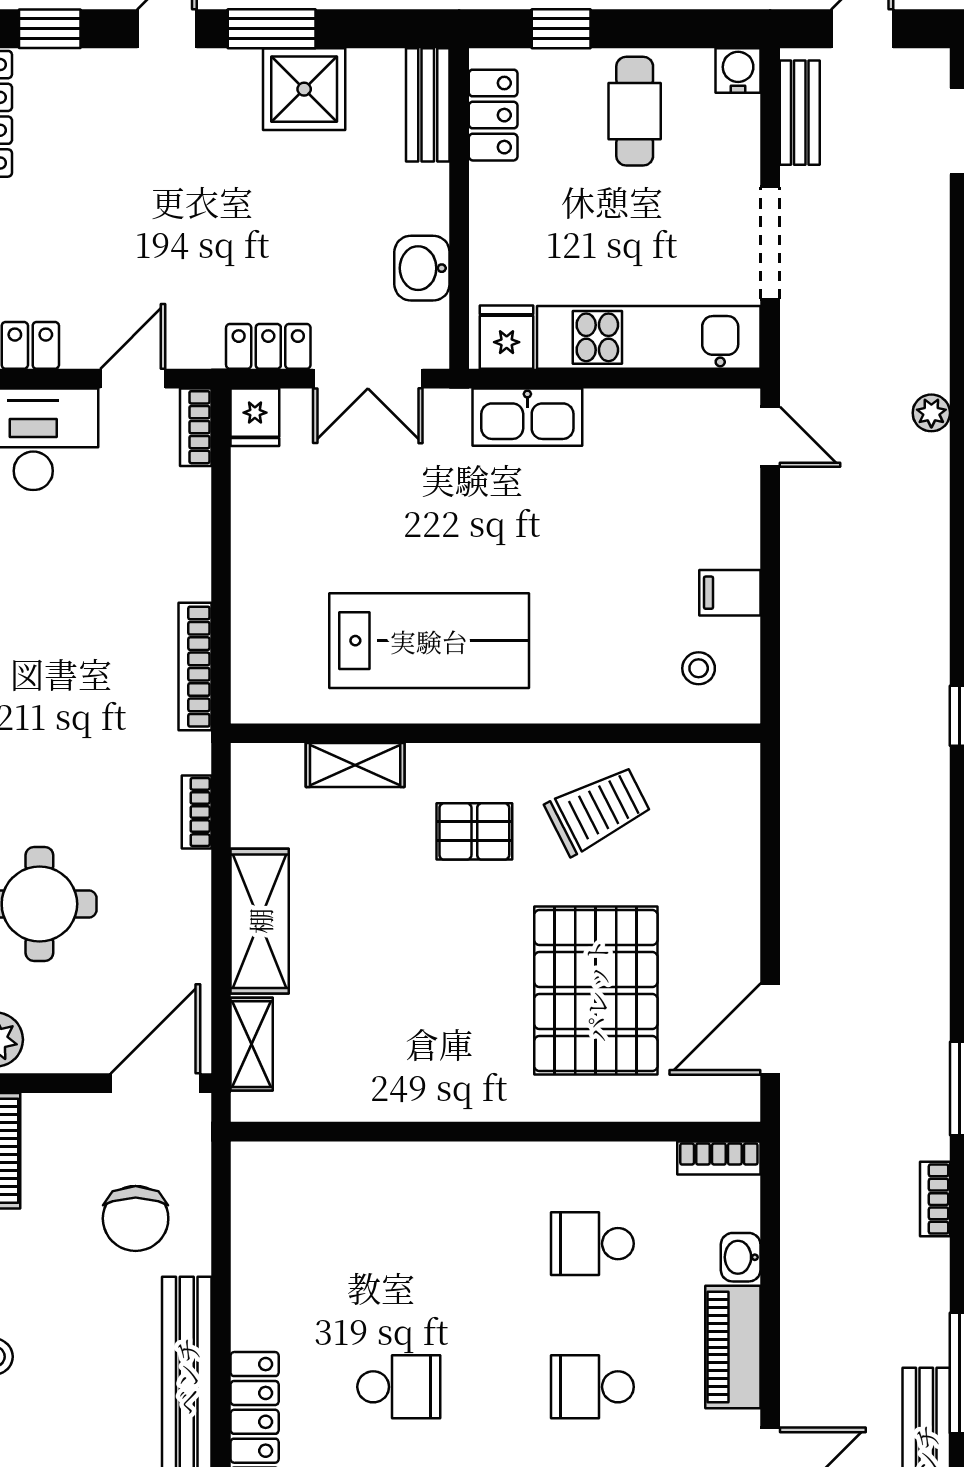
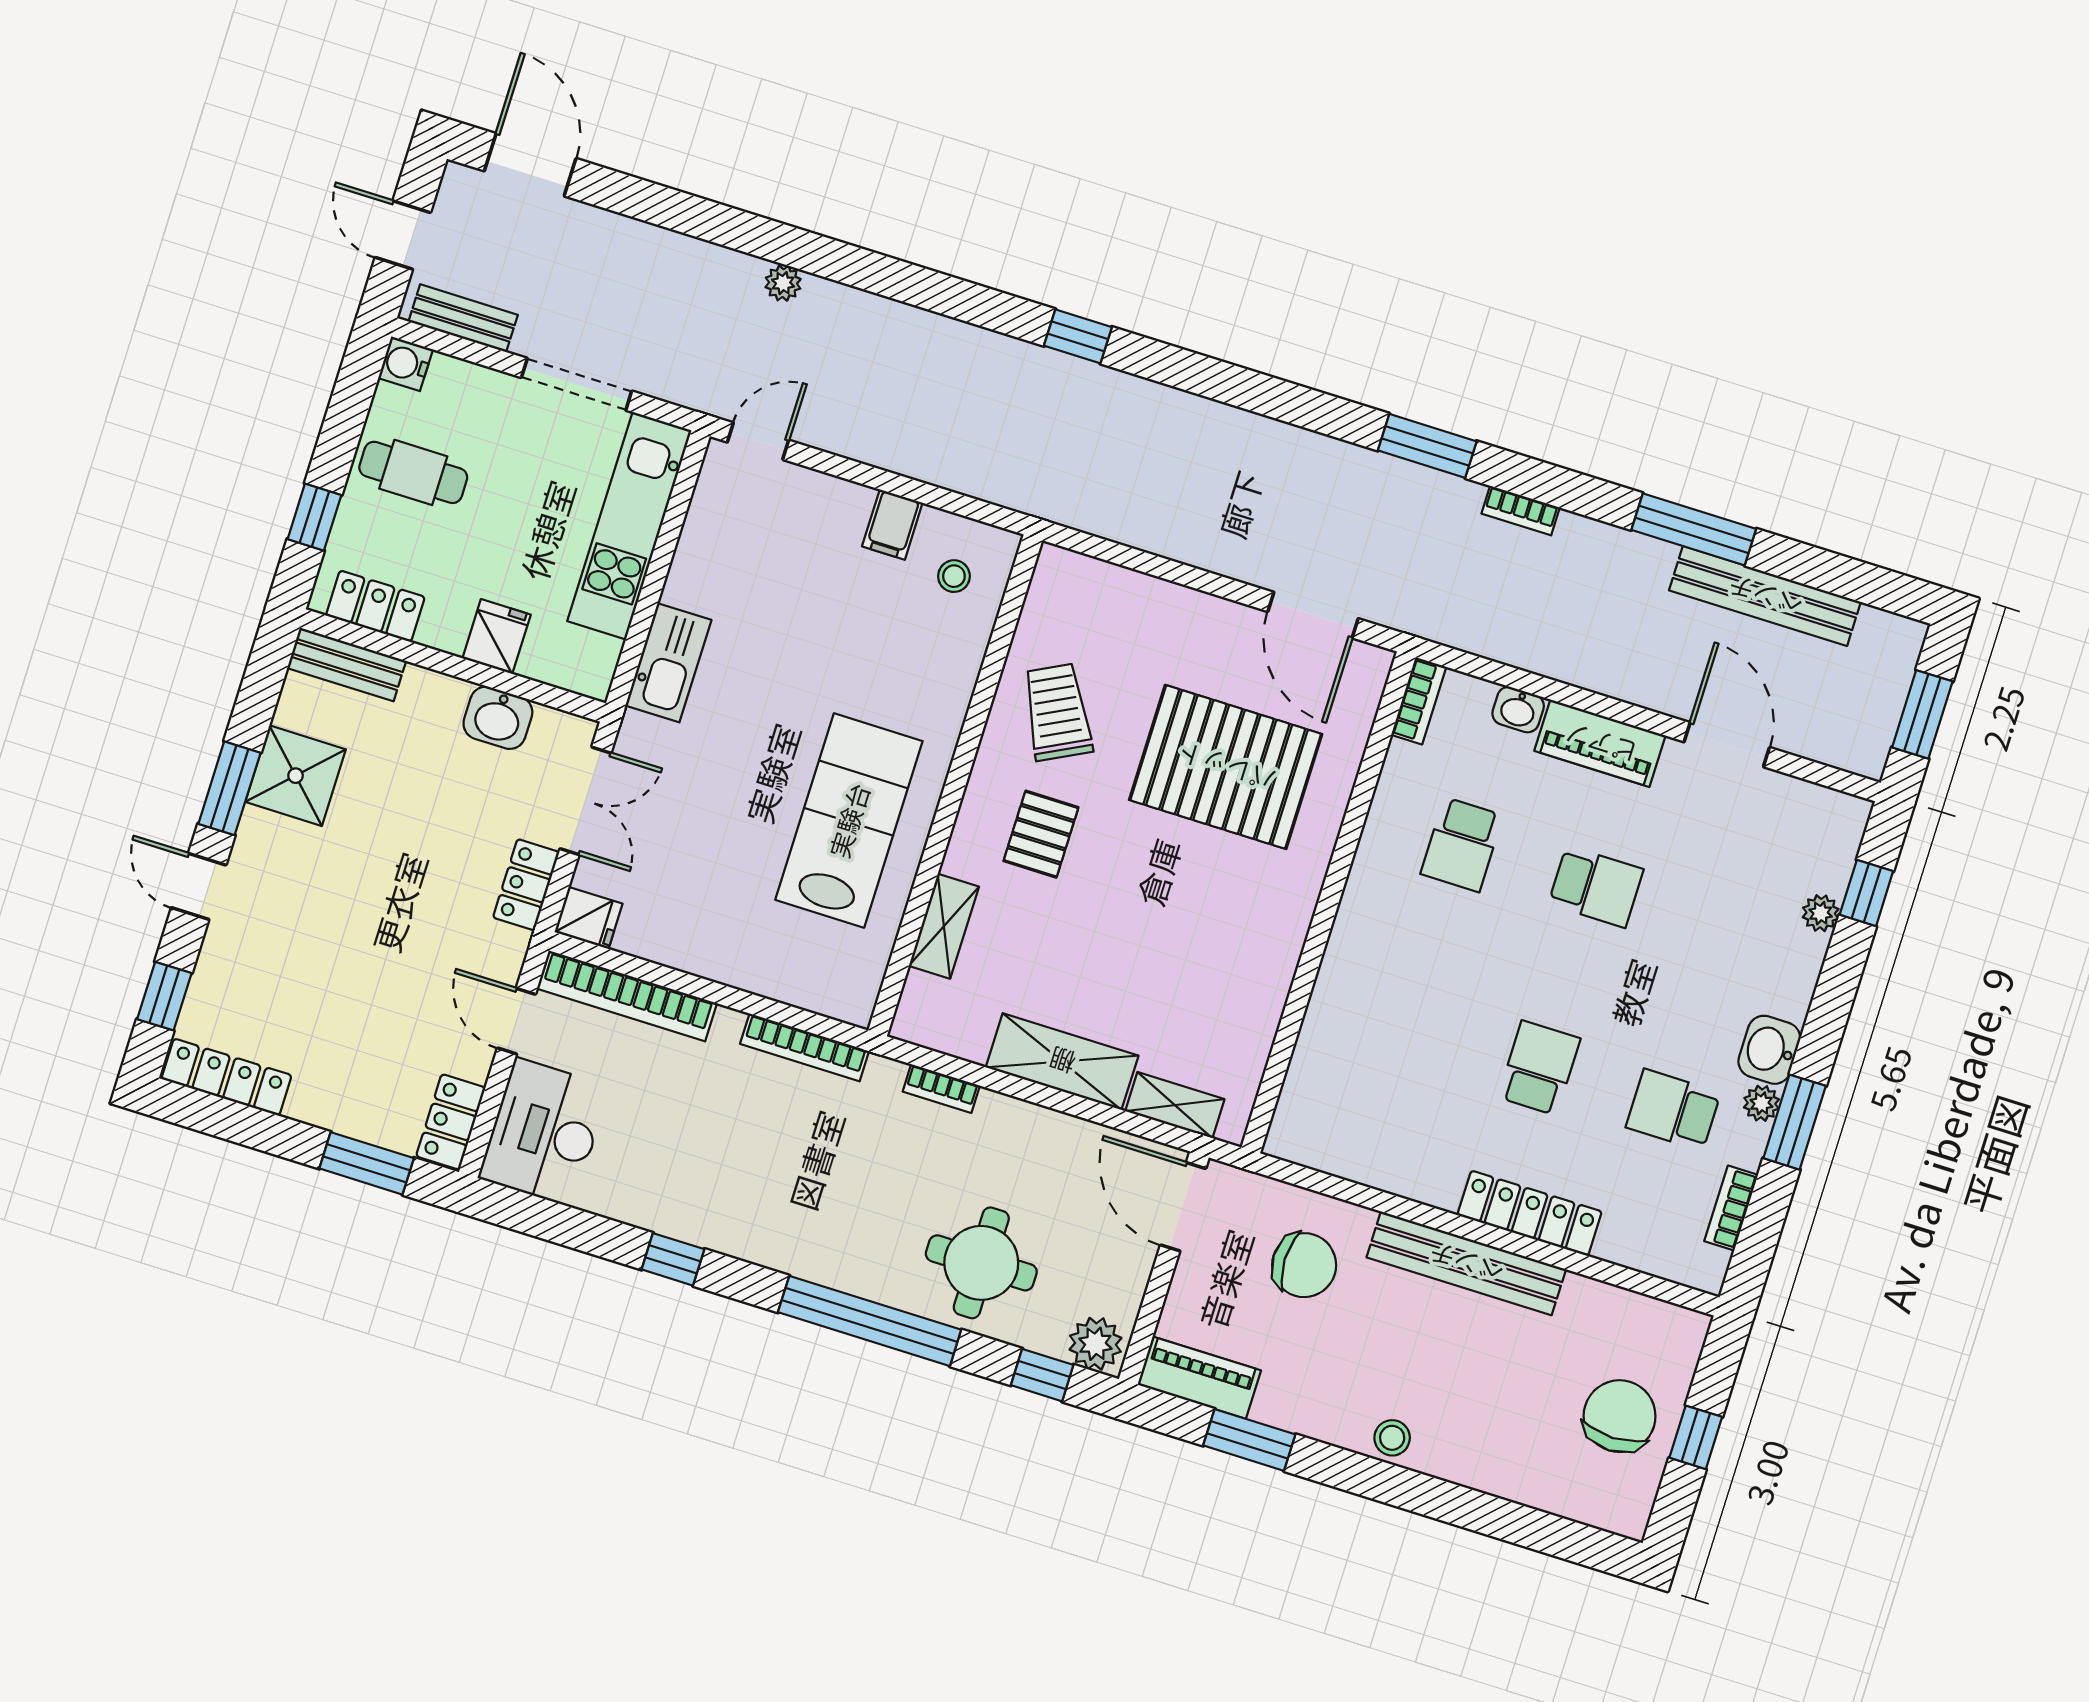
fridge: (507, 337) -> (497, 637), moved, turned 90
bookcase: (196, 427) -> (627, 996), width x2.31, depth x1.31
school desk: (592, 1387) -> (1596, 887), turned -90

